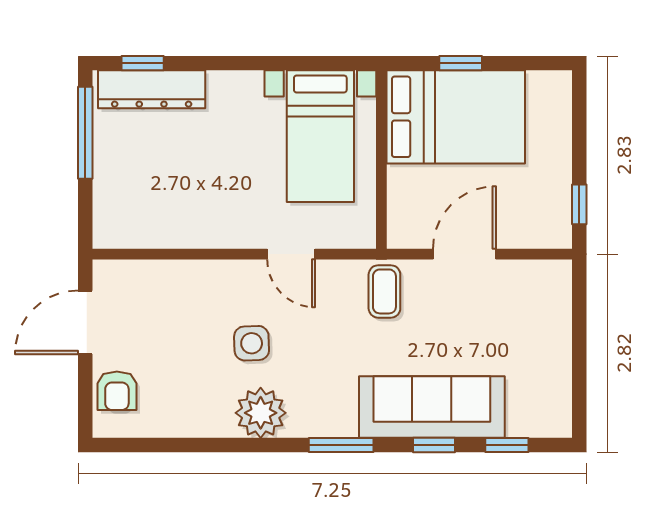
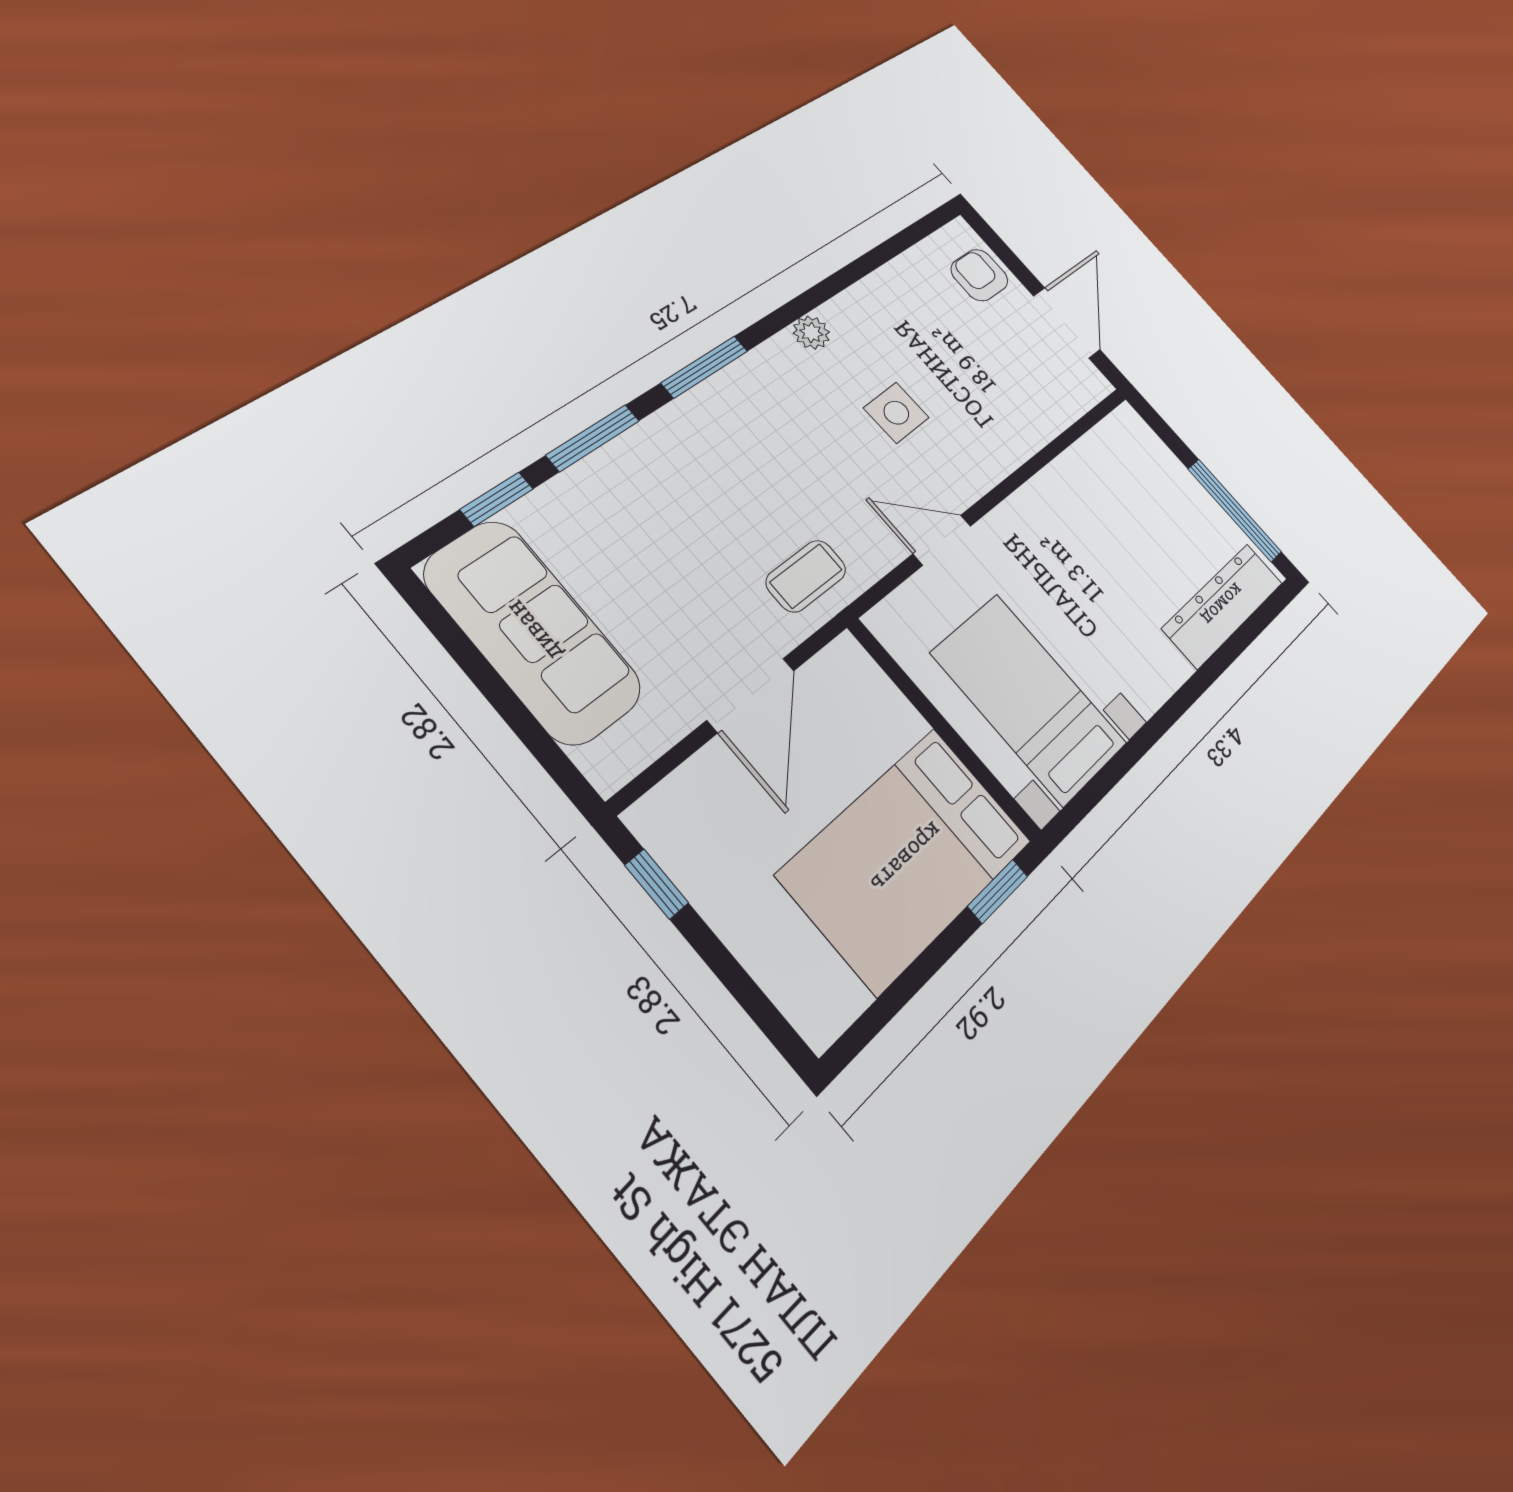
window: (143, 63) -> (1254, 626), removed
window: (461, 63) -> (998, 891), moved
coffee table: (384, 291) -> (806, 576), turned 90
sofa: (432, 407) -> (533, 631), moved, turned -90
plant: (261, 413) -> (811, 333), width x0.53, depth x0.53
window: (434, 445) -> (593, 438), width x1.50

